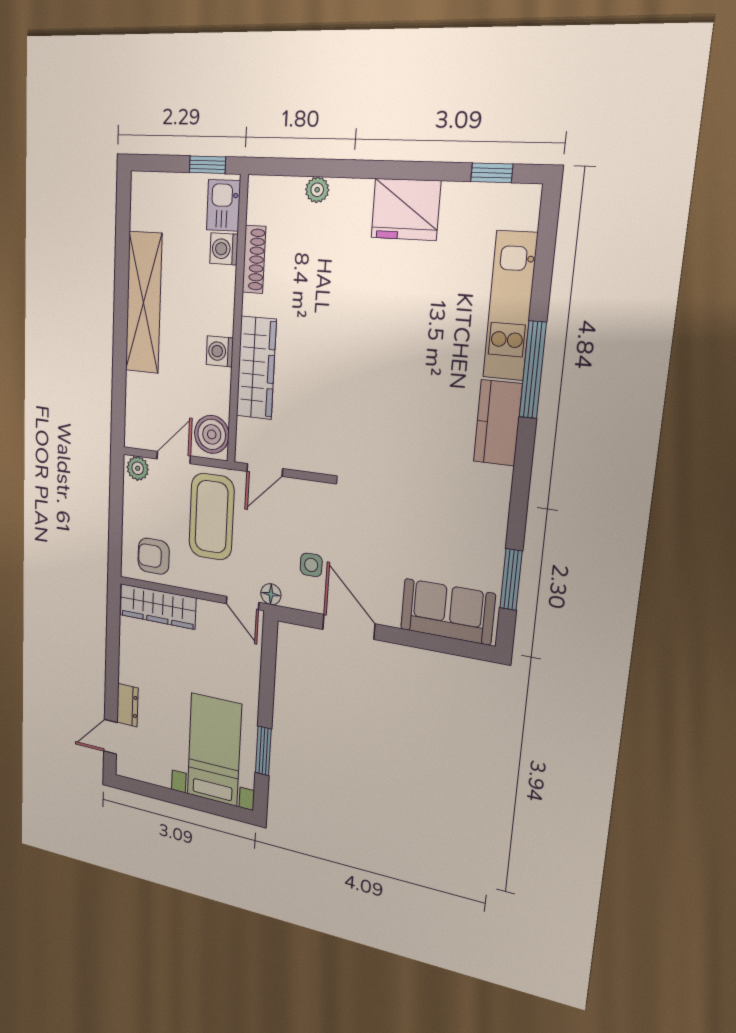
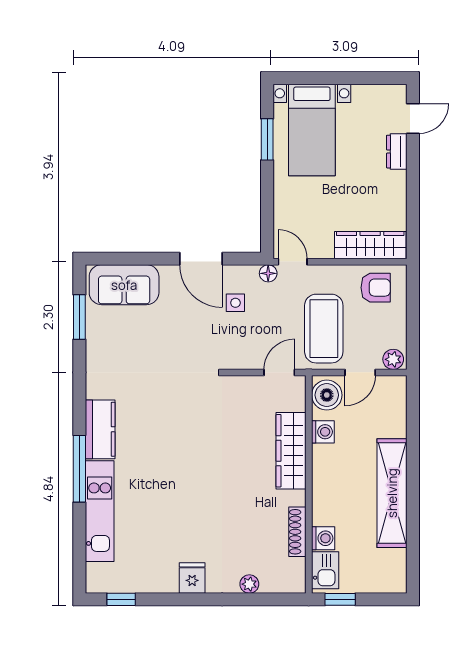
fridge: (406, 209) -> (192, 578), width x0.53, depth x0.75
washing machine: (220, 351) -> (323, 432), moved

